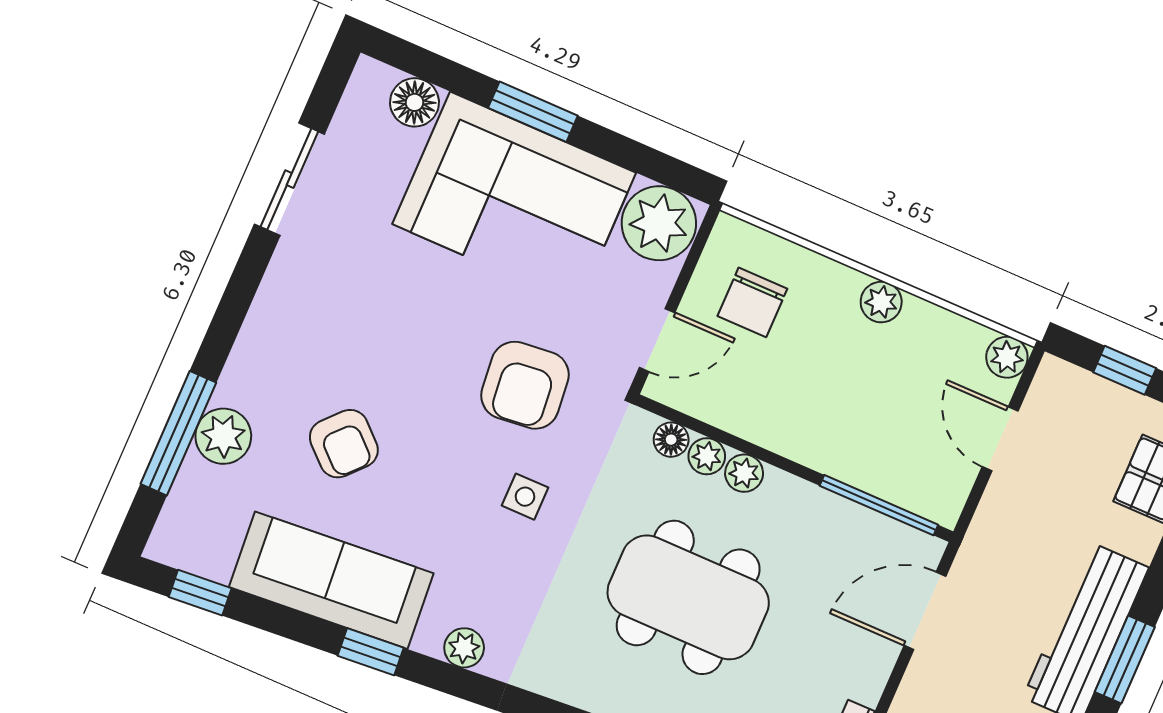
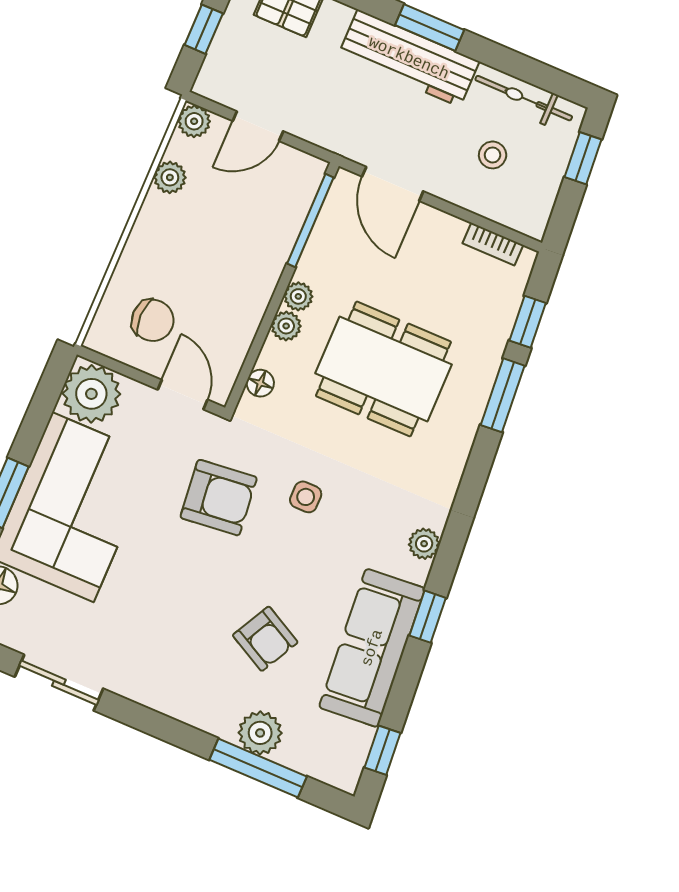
plant: (881, 302) -> (170, 177), moved
armchair: (344, 444) -> (265, 639), turned 75
plant: (707, 456) -> (298, 296), moved
dining table: (688, 597) -> (383, 369), turned 90

